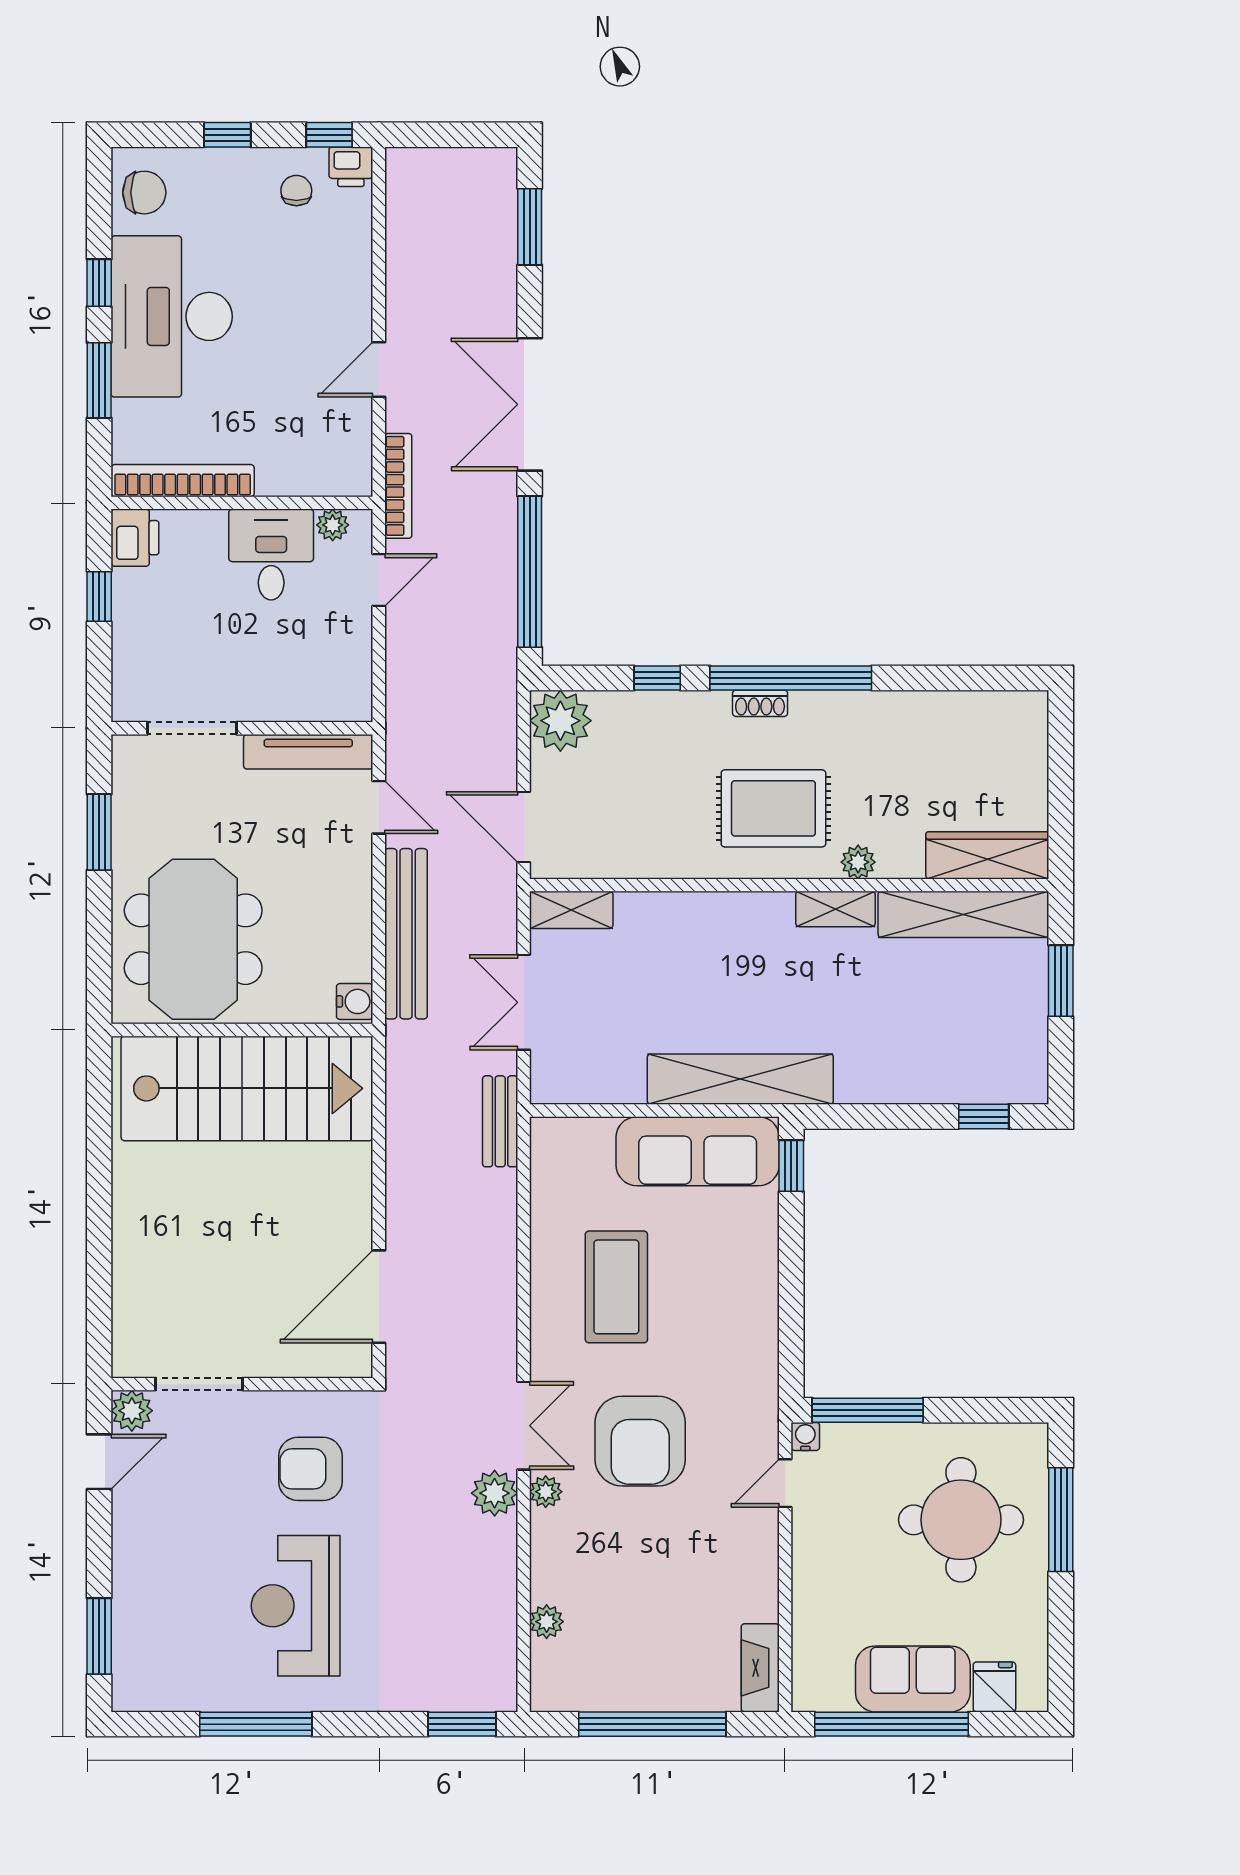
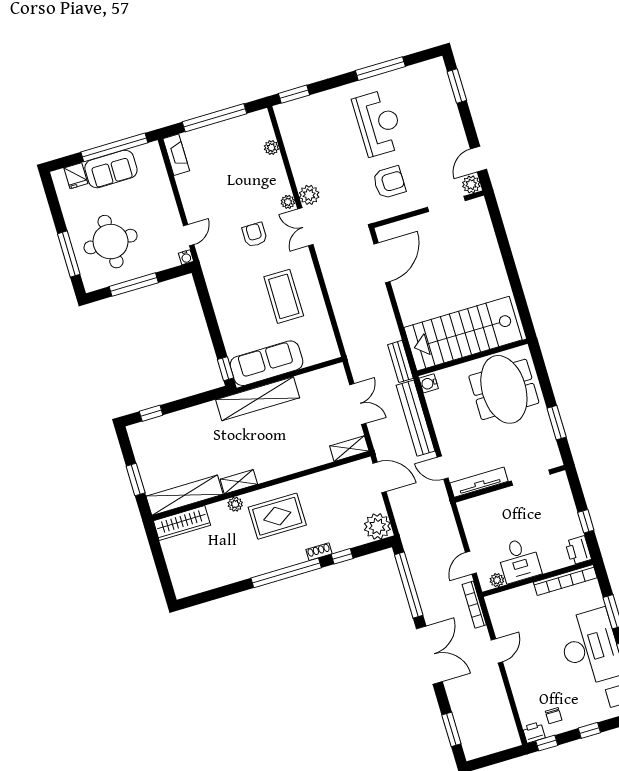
shoe rack: (760, 703) -> (319, 552), moved
bench: (500, 1121) -> (400, 361), moved
window: (868, 1410) -> (134, 285), moved
armchair: (640, 1441) -> (255, 235), width x0.53, depth x0.53

